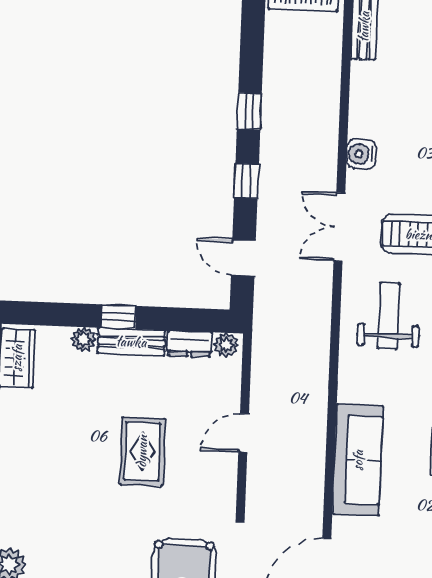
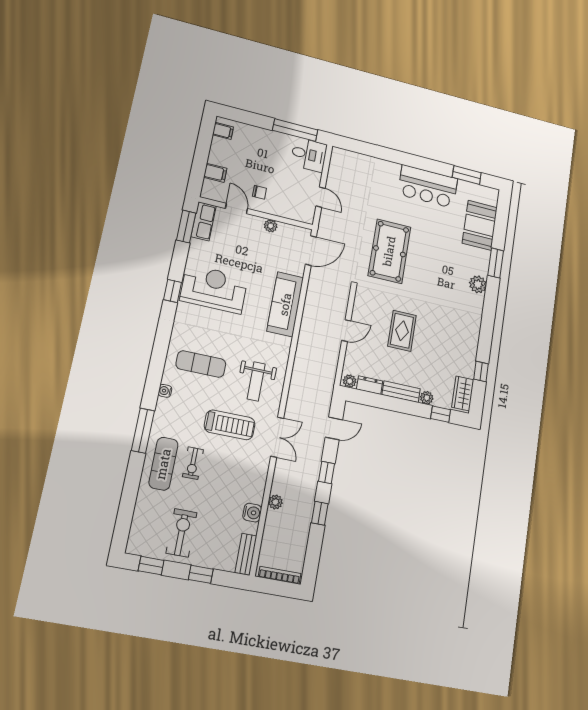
plant: (327, 119) -> (275, 502), added
water cooler: (361, 154) -> (252, 513), moved
door: (243, 258) -> (334, 428), hinge flipped
window: (119, 317) -> (441, 414), moved

